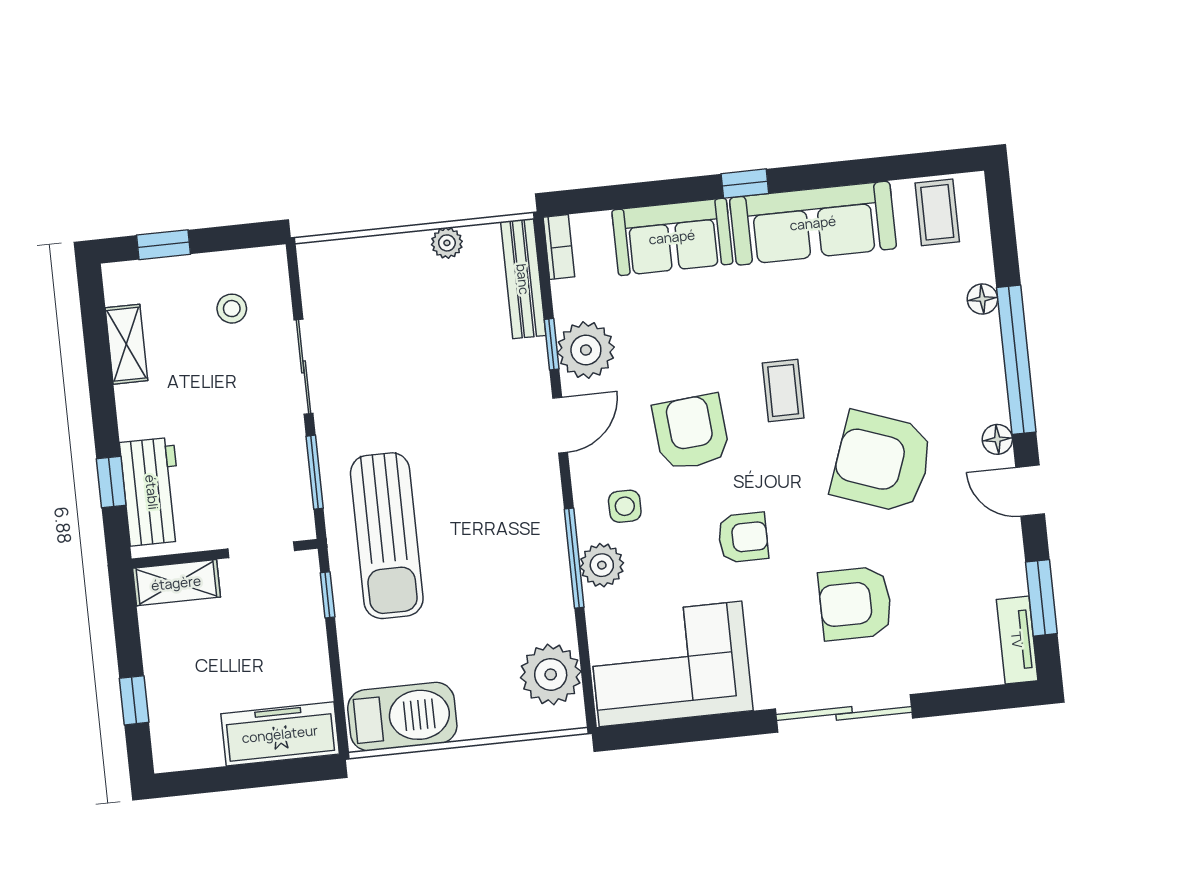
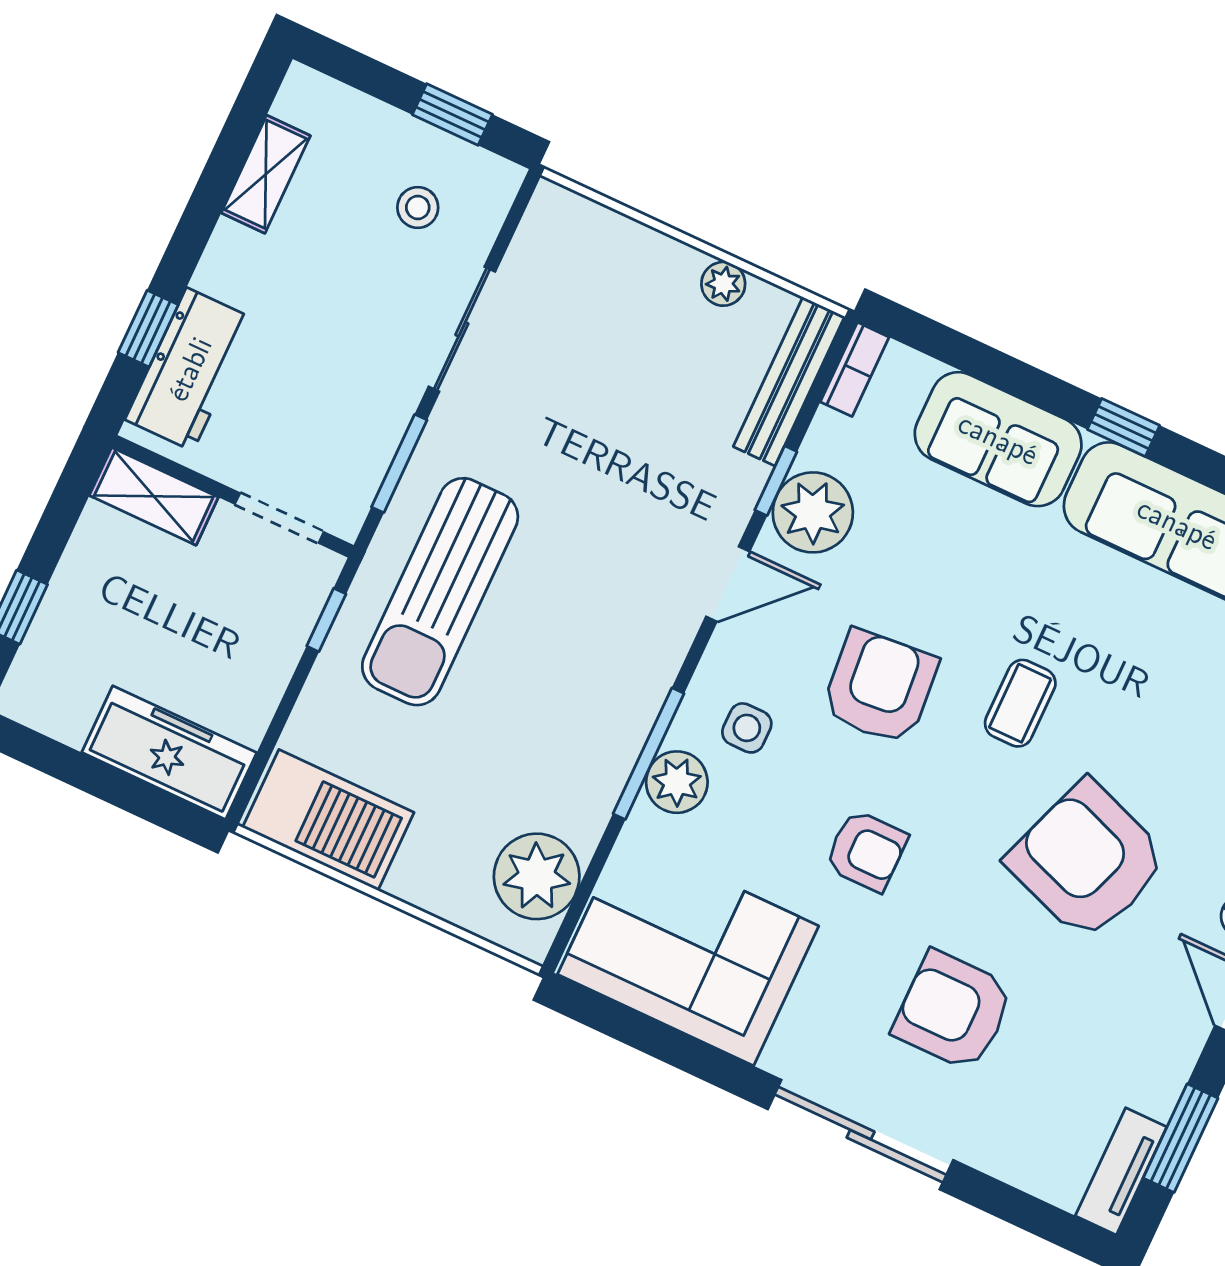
window: (163, 245) -> (452, 114), moved

